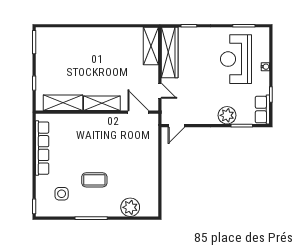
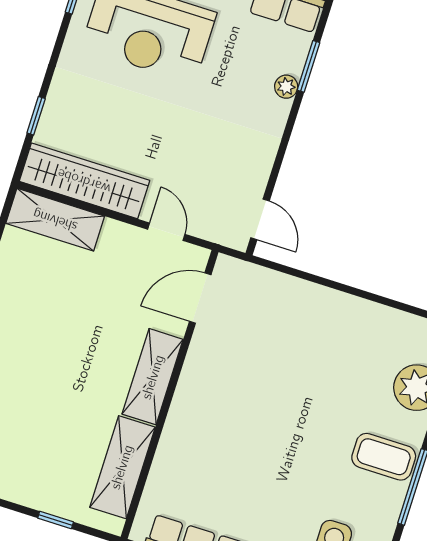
door: (160, 91) -> (166, 232), hinge flipped
plant: (227, 115) -> (286, 87), width x0.53, depth x0.53
coffee table: (94, 180) -> (384, 457), moved, turned 90

